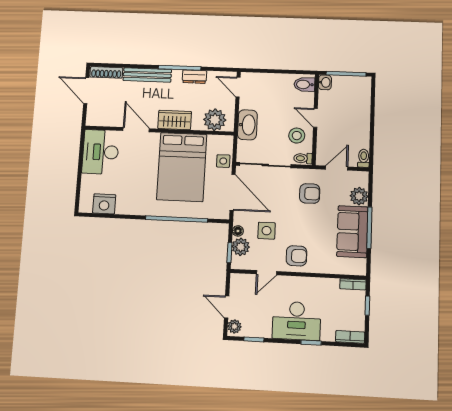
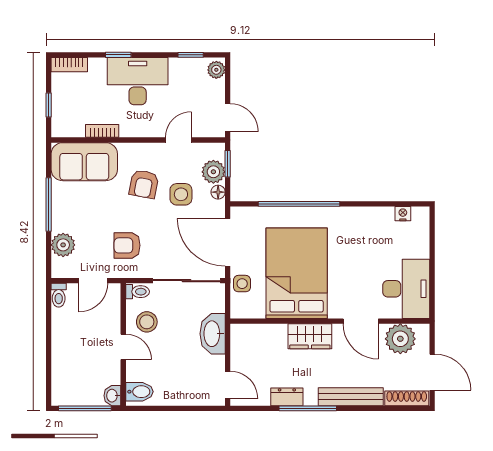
plant: (215, 120) -> (400, 339), moved
nightstand: (104, 204) -> (403, 214), width x0.53, depth x0.56
sofa: (352, 232) -> (84, 162), moved, turned 90
armchair: (296, 256) -> (144, 184), moved, turned -79
bookcase: (353, 284) -> (102, 131), moved
door: (227, 307) -> (228, 118), moved

